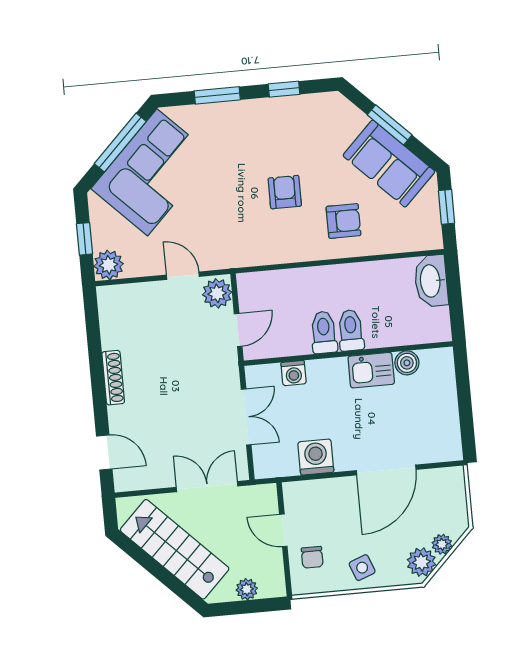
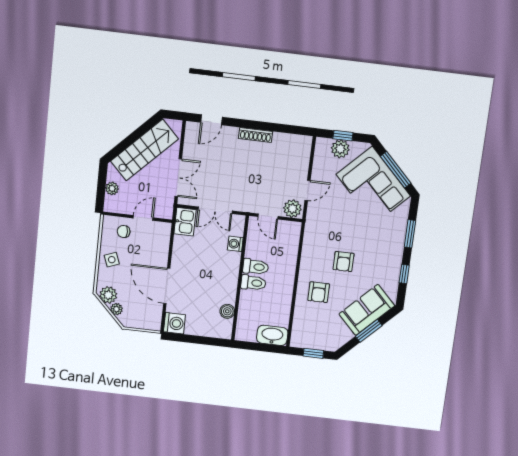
sofa: (389, 164) -> (367, 310), moved
armchair: (285, 192) -> (343, 262), turned 90
plant: (109, 265) -> (340, 149), moved
kitchen sink: (371, 370) -> (185, 222), moved, turned 180
washing machine: (316, 457) -> (174, 323), moved

